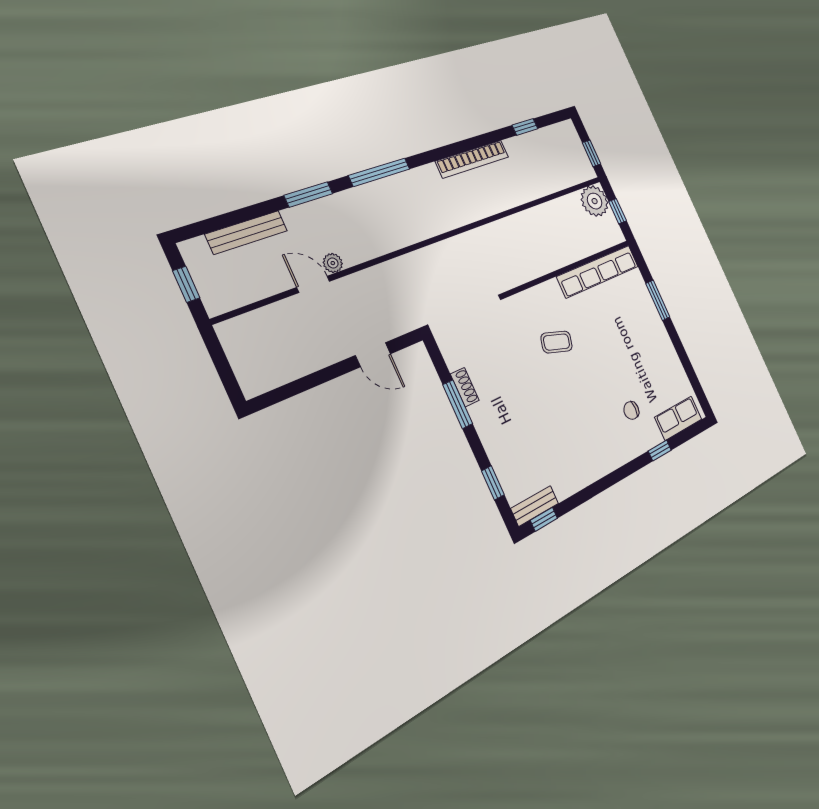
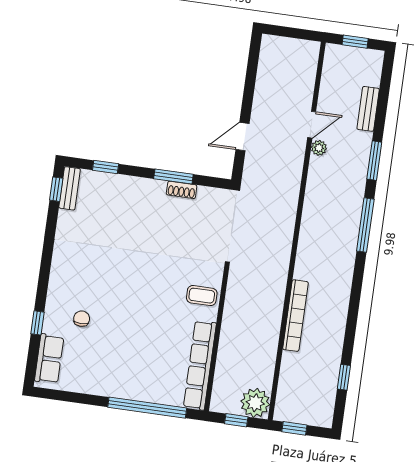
bookcase: (472, 159) -> (295, 316), moved, turned 180
bench: (247, 232) -> (368, 109), width x0.73
window: (658, 300) -> (147, 408), width x2.11
coffee table: (557, 342) -> (202, 296), moved, turned 74

